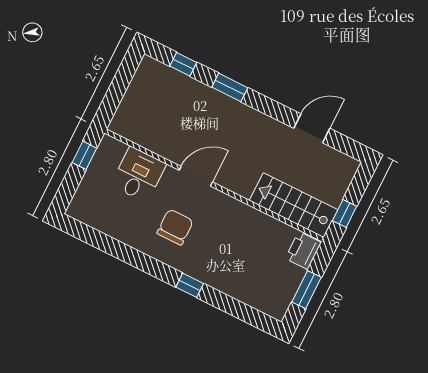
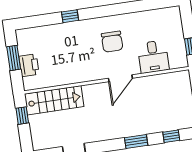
printer: (303, 250) -> (29, 65), moved
window: (190, 285) -> (70, 16), moved

